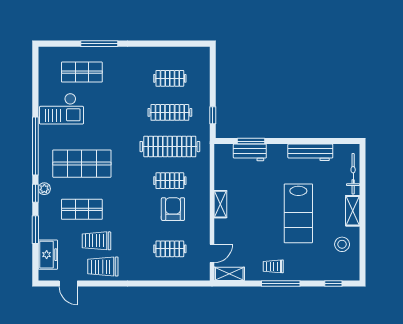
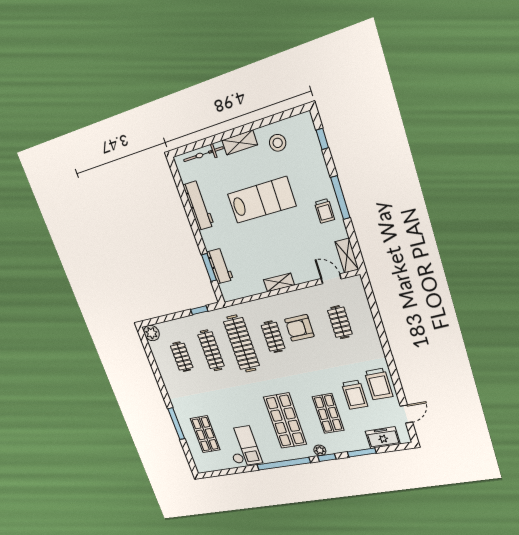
plant: (201, 55) -> (152, 333), added

